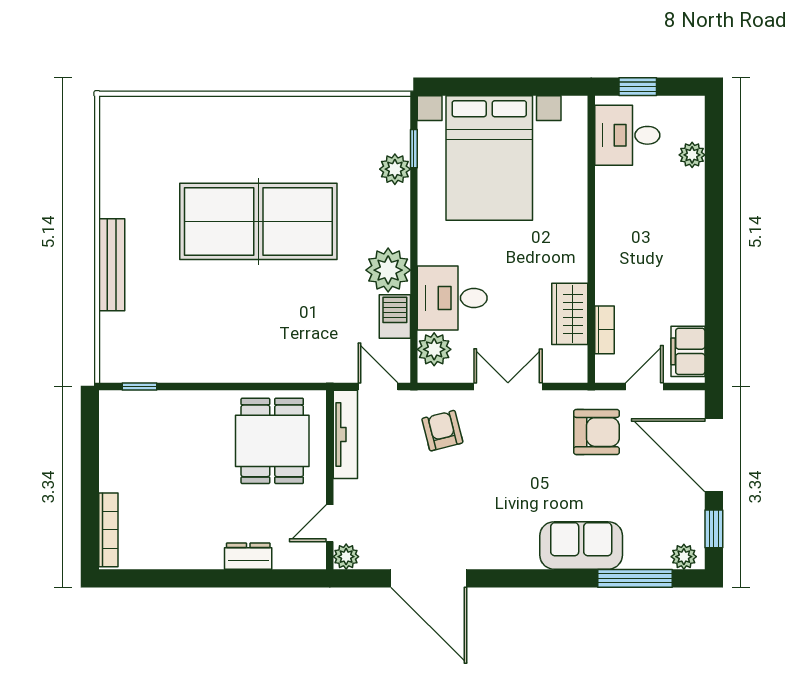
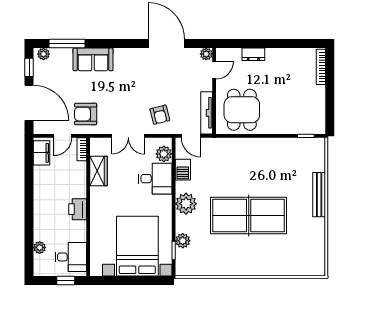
printer: (613, 235) -> (78, 209), added
plant: (388, 270) -> (186, 204), moved
bookcase: (604, 330) -> (82, 149), moved

